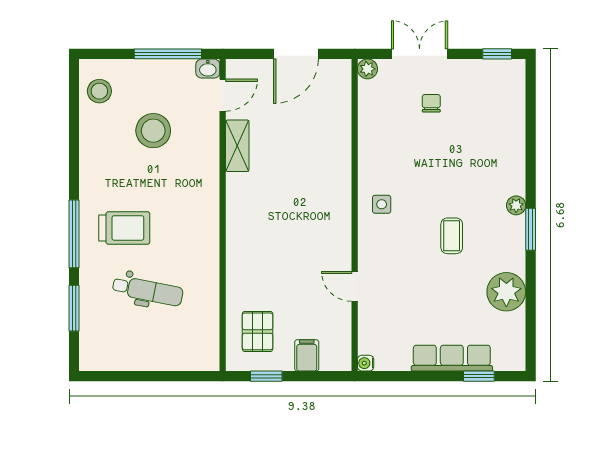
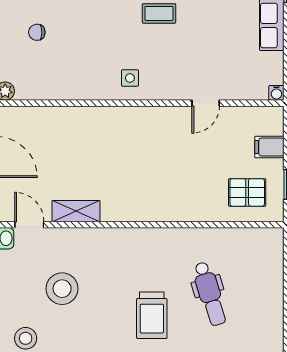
trolley: (124, 228) -> (152, 315), turned 180
dental chair: (148, 291) -> (210, 294), turned 152

